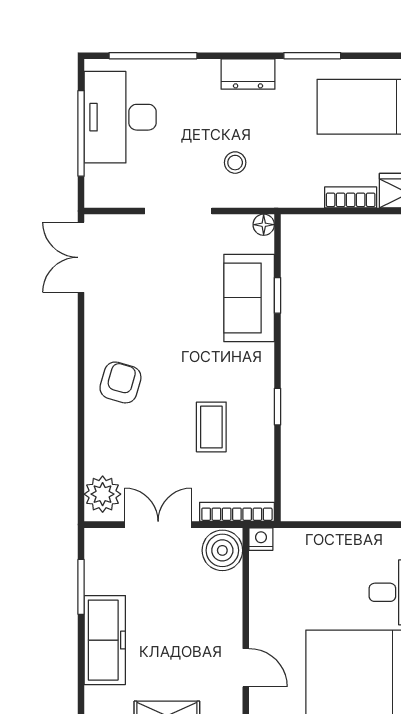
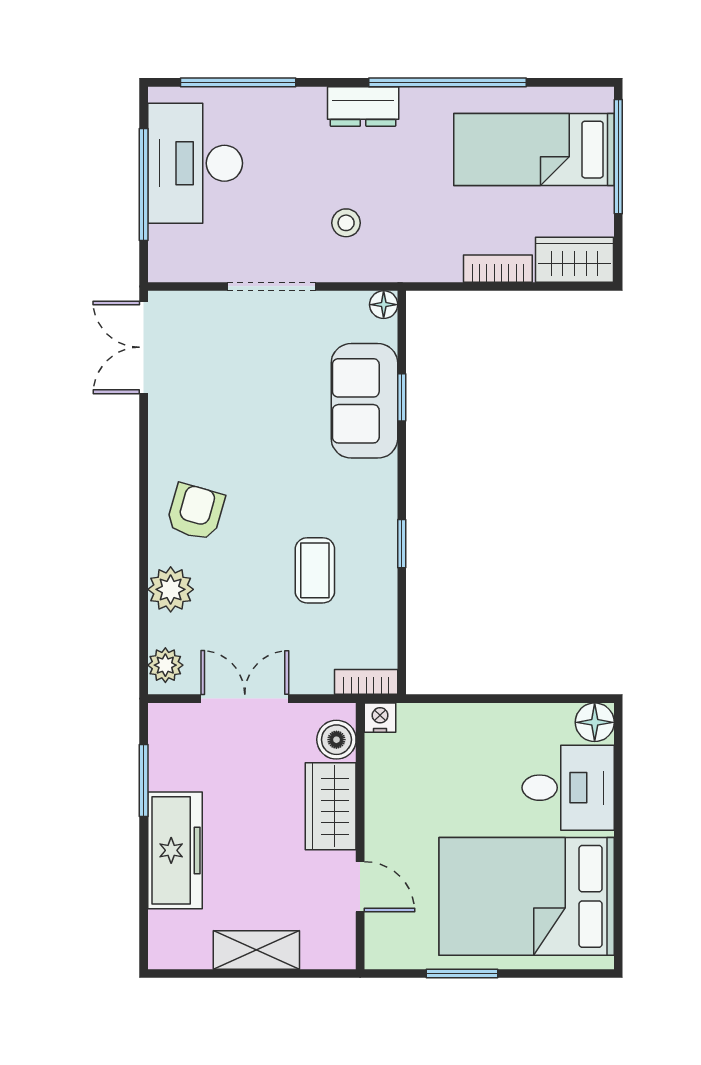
window: (312, 56) -> (447, 82), width x2.11
plant: (102, 442) -> (171, 589), added
plant: (103, 494) -> (165, 665), width x0.73, depth x0.73
bookcase: (237, 512) -> (366, 682), width x0.64
boiler: (222, 550) -> (336, 740), width x0.73, depth x0.73
wardrobe: (223, 606) -> (331, 806), added

